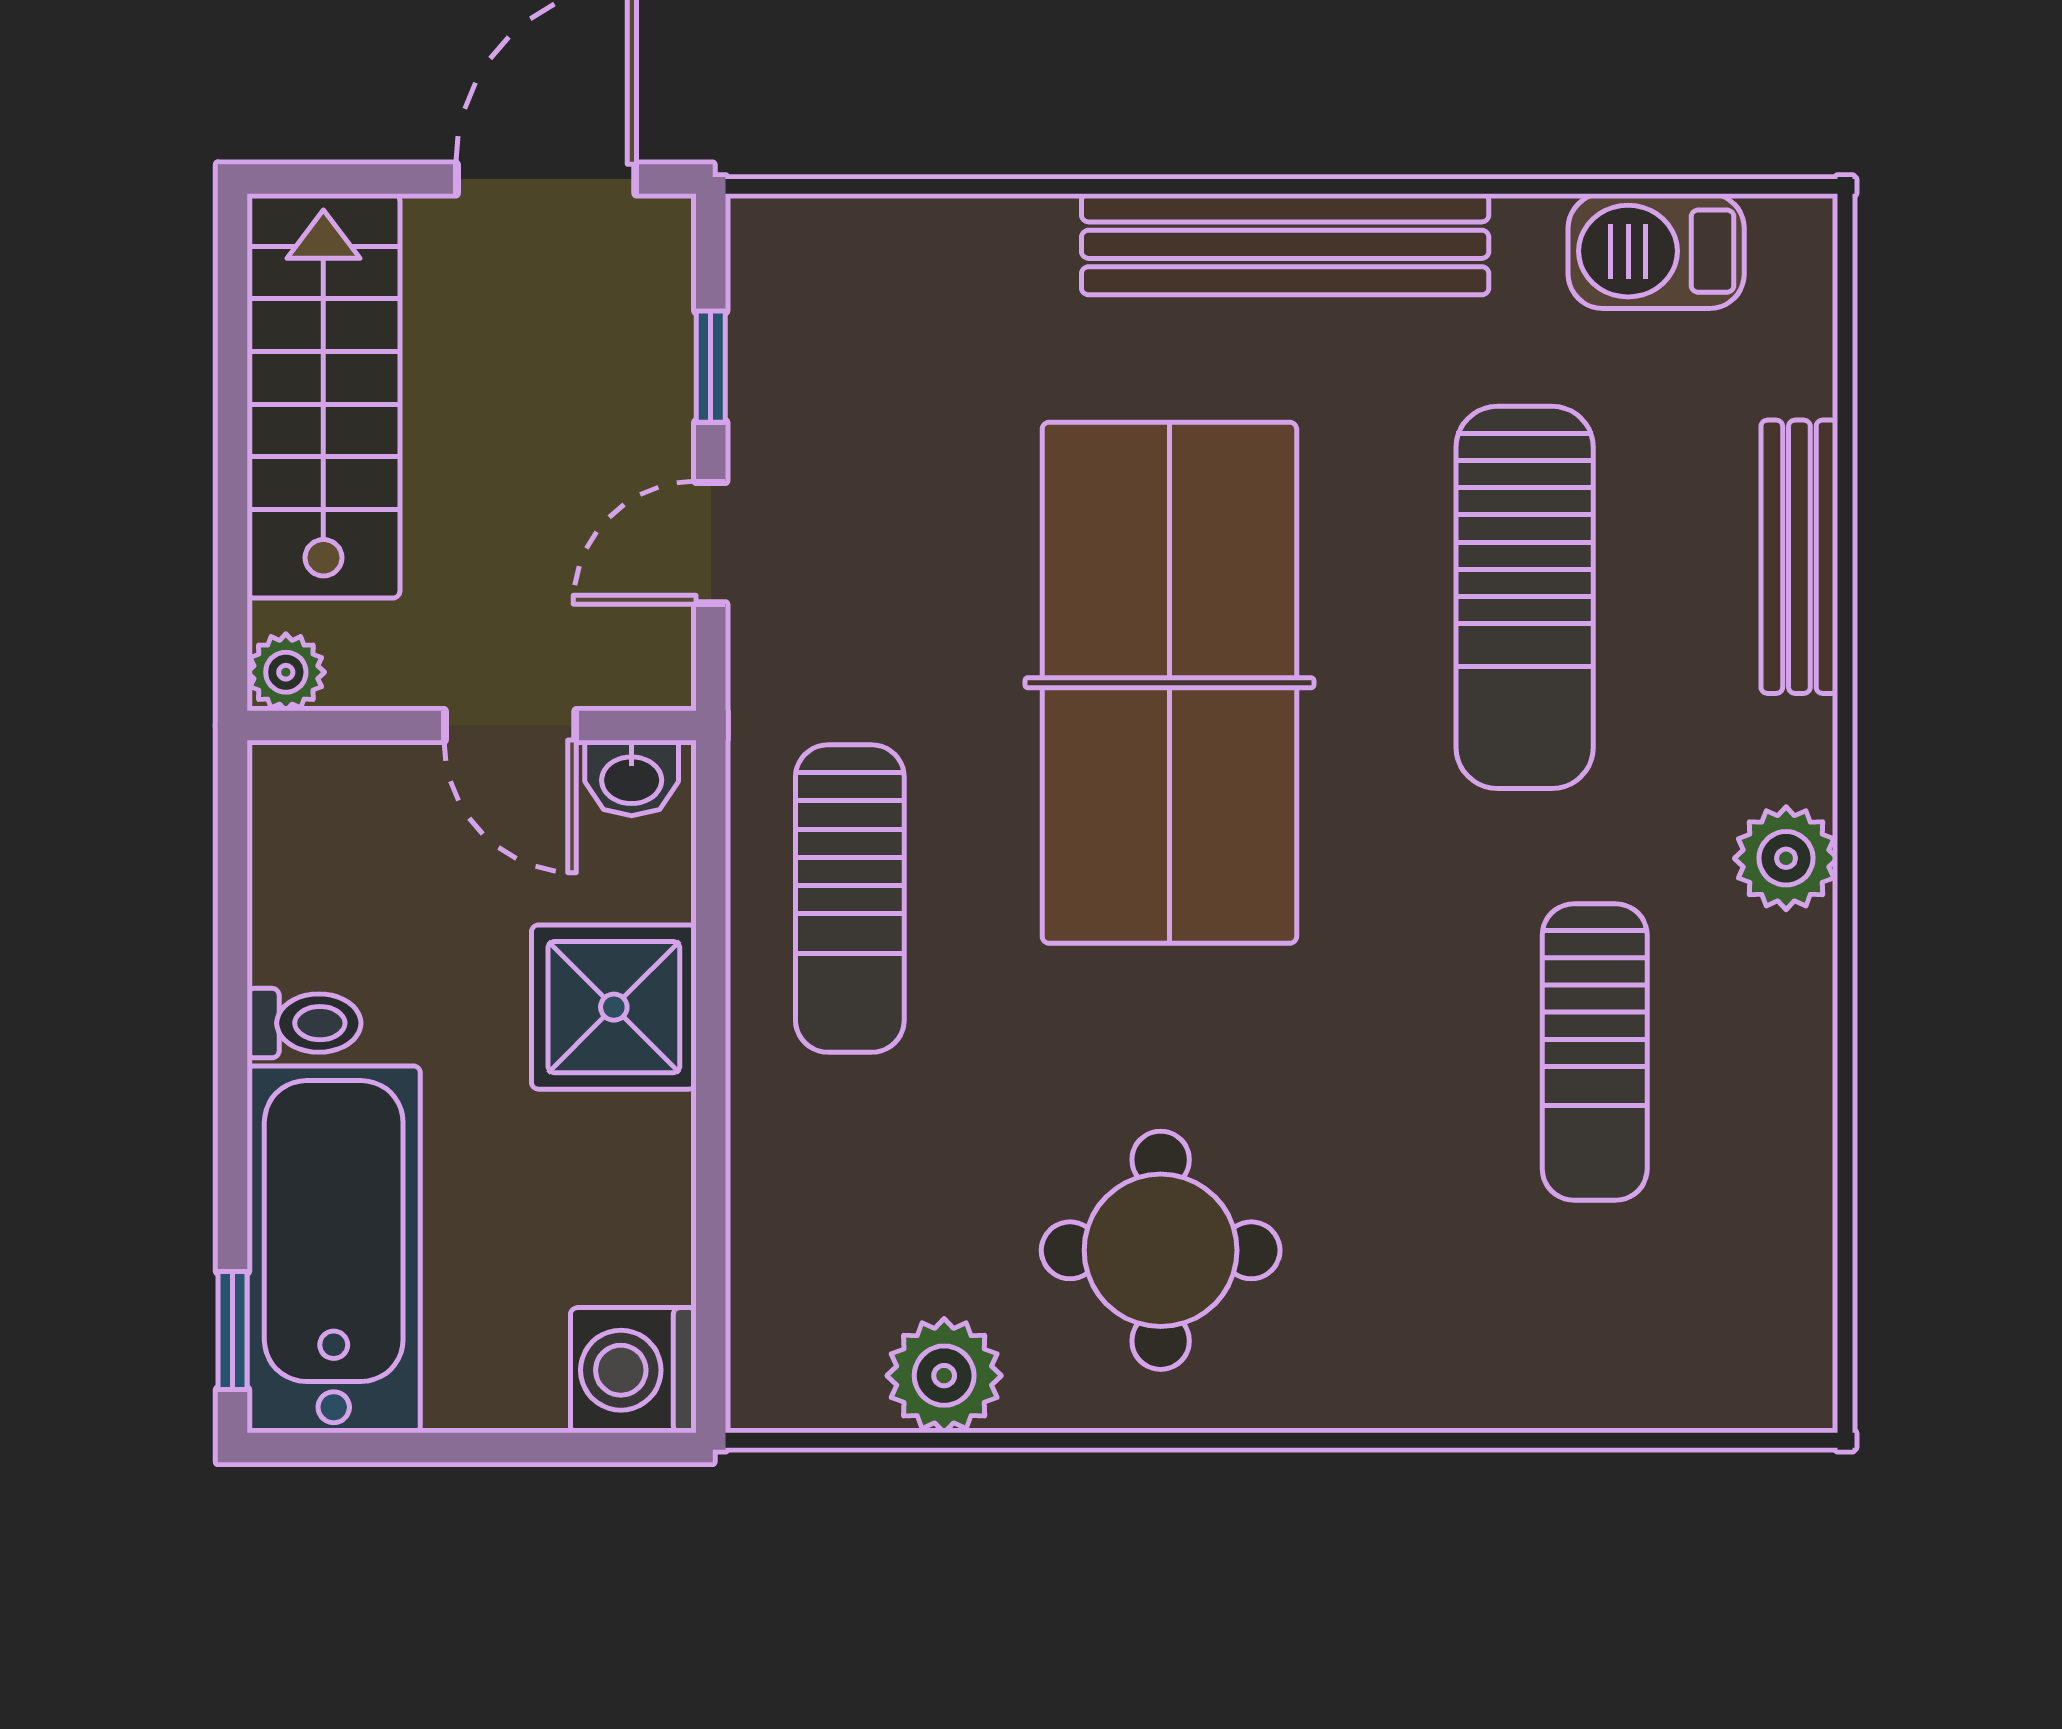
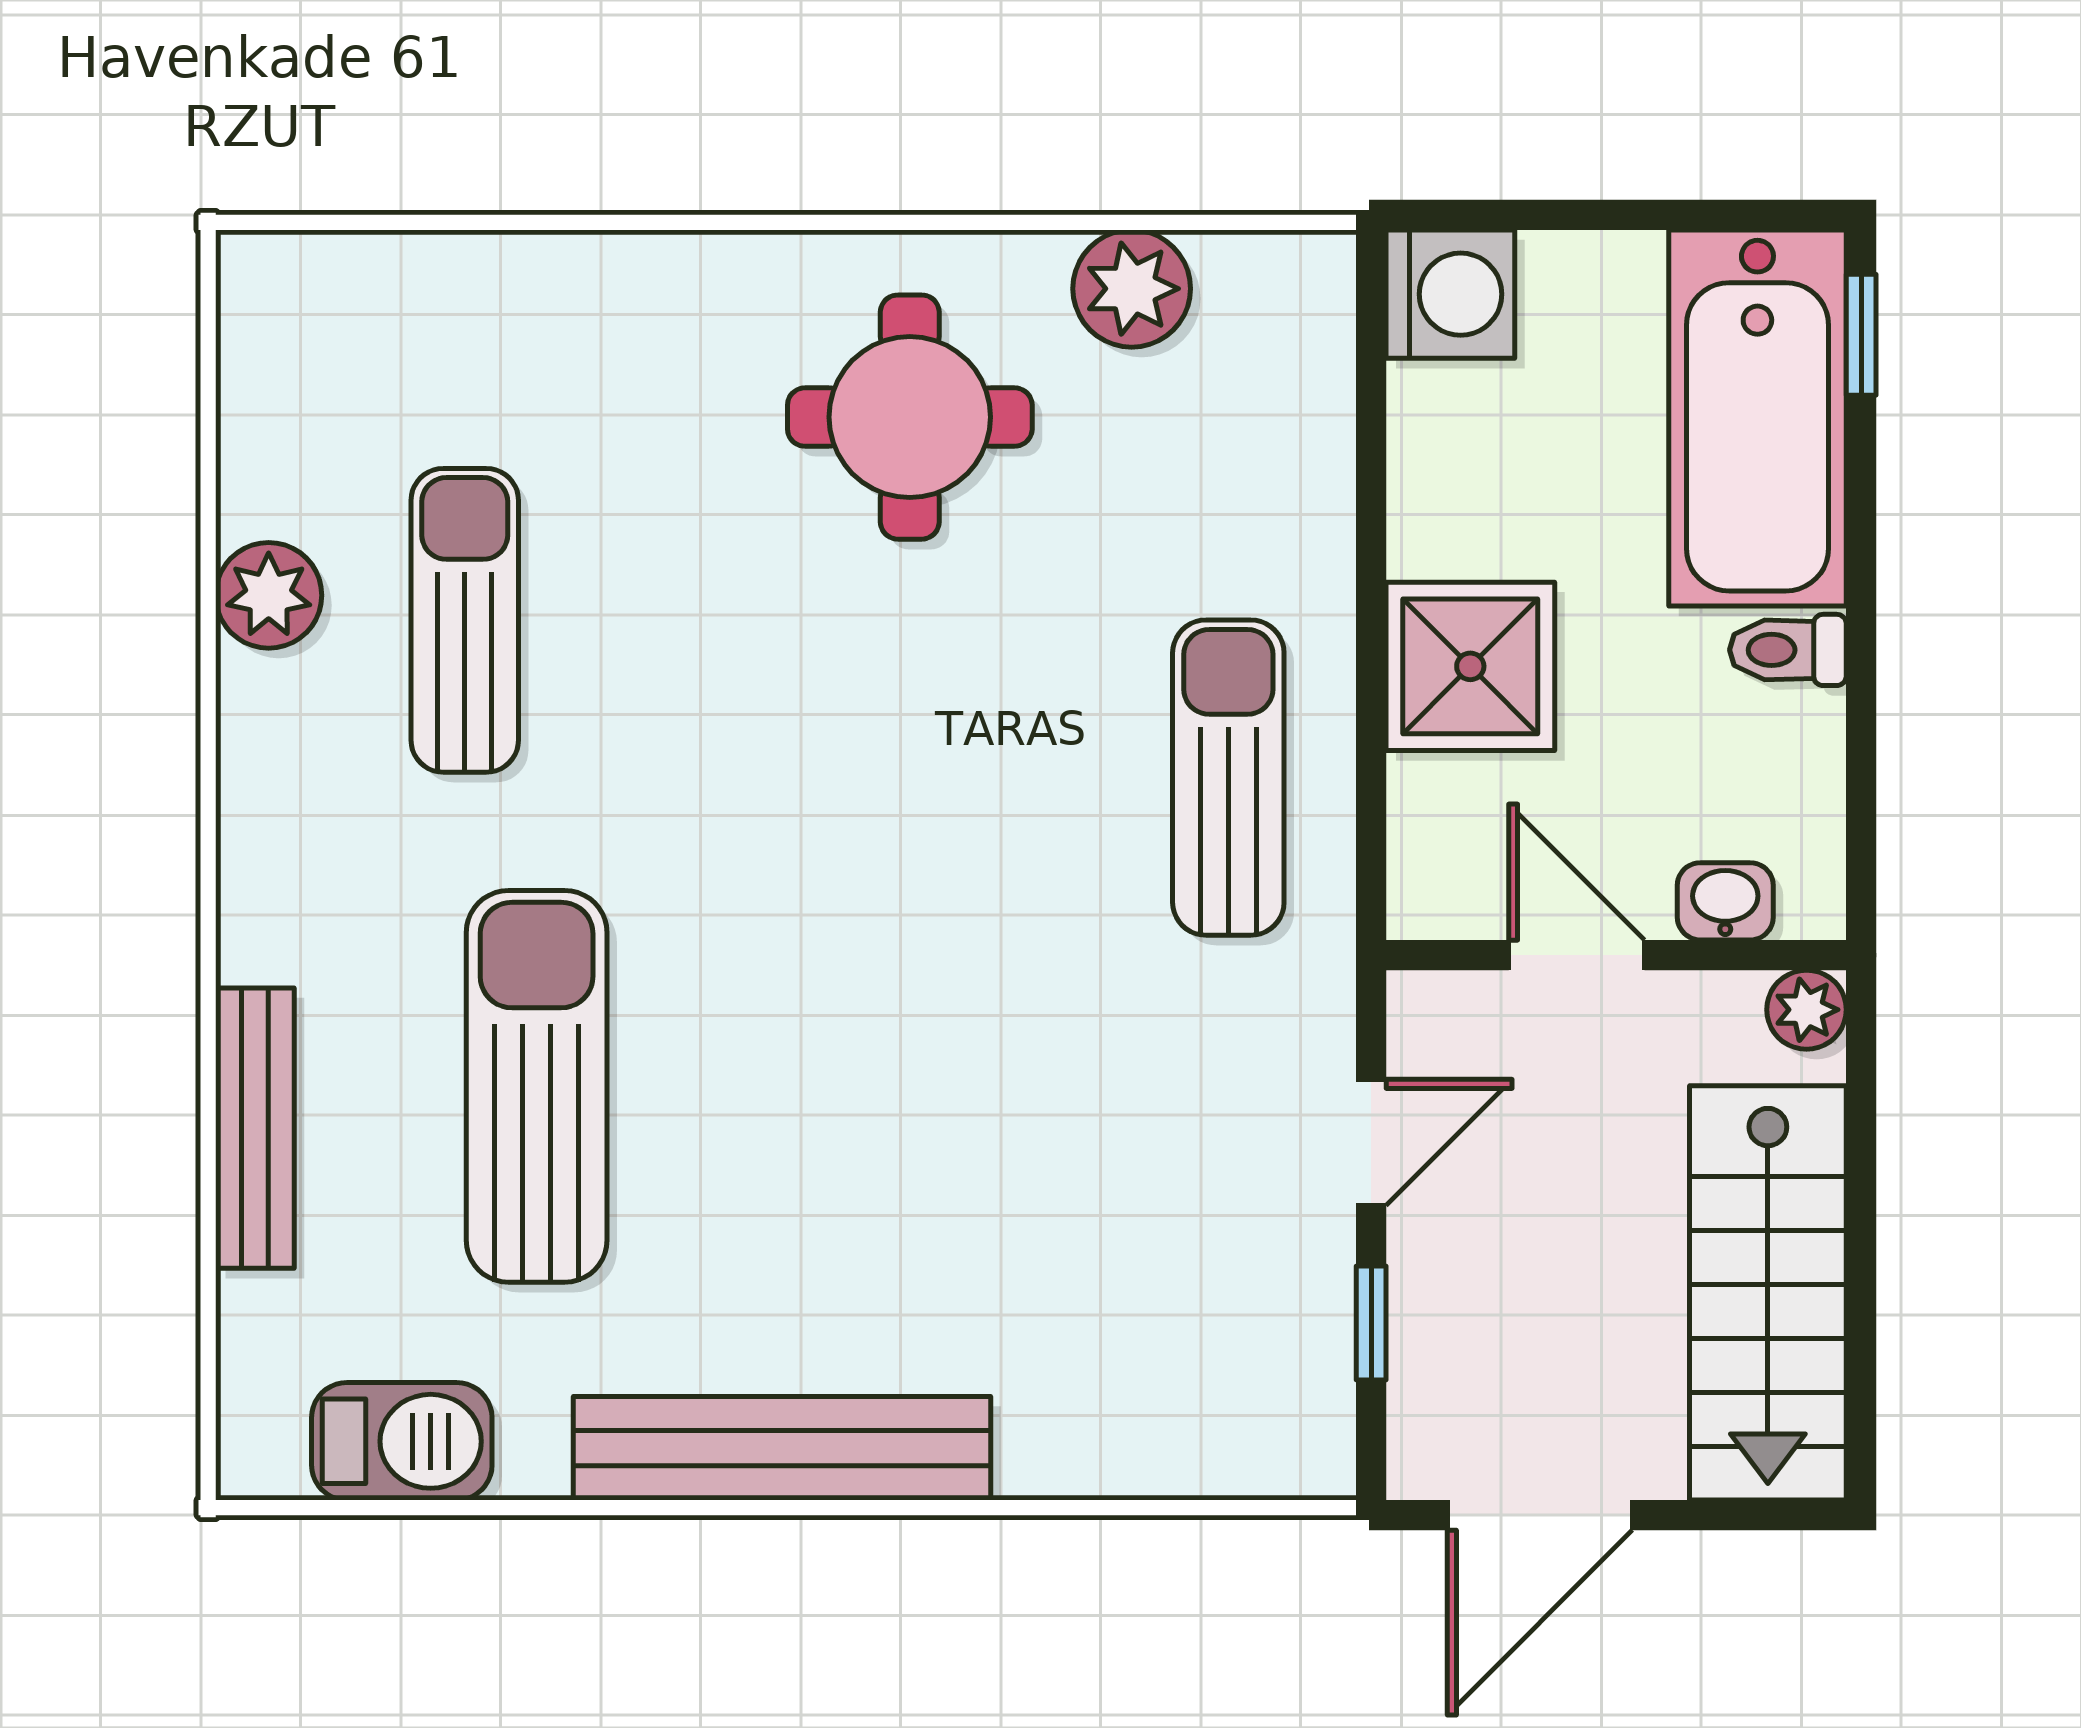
table tennis table: (1169, 683) -> (901, 999), removed
washbasin: (632, 778) -> (1725, 901), moved
plant: (1786, 858) -> (269, 595), moved

